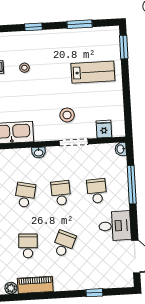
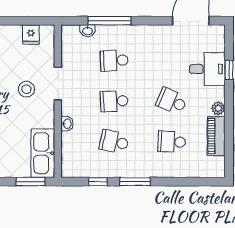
fridge: (104, 129) -> (31, 35), moved, turned -90
washbasin: (121, 149) -> (87, 31), moved
desk: (115, 226) -> (207, 69), moved, turned 90
plant: (11, 288) -> (218, 108), moved

